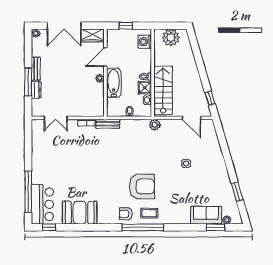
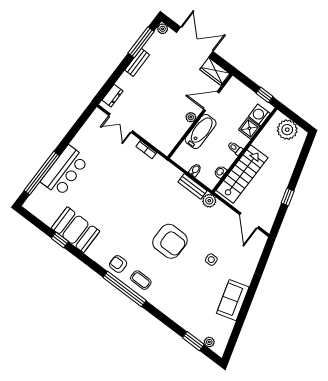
double door: (64, 26) -> (195, 42), swing flipped
window: (126, 26) -> (264, 95), moved
window: (28, 82) -> (141, 42), moved
shower: (145, 88) -> (249, 128), moved
dresser: (36, 90) -> (113, 96), moved
window: (210, 98) -> (288, 197), moved
bench: (108, 124) -> (193, 186), moved
armchair: (142, 186) -> (170, 241), moved
window: (237, 192) -> (239, 323), removed
bar counter: (42, 204) -> (65, 171), moved
sofa: (206, 215) -> (233, 300), moved, turned -106
window: (49, 227) -> (60, 240), moved

